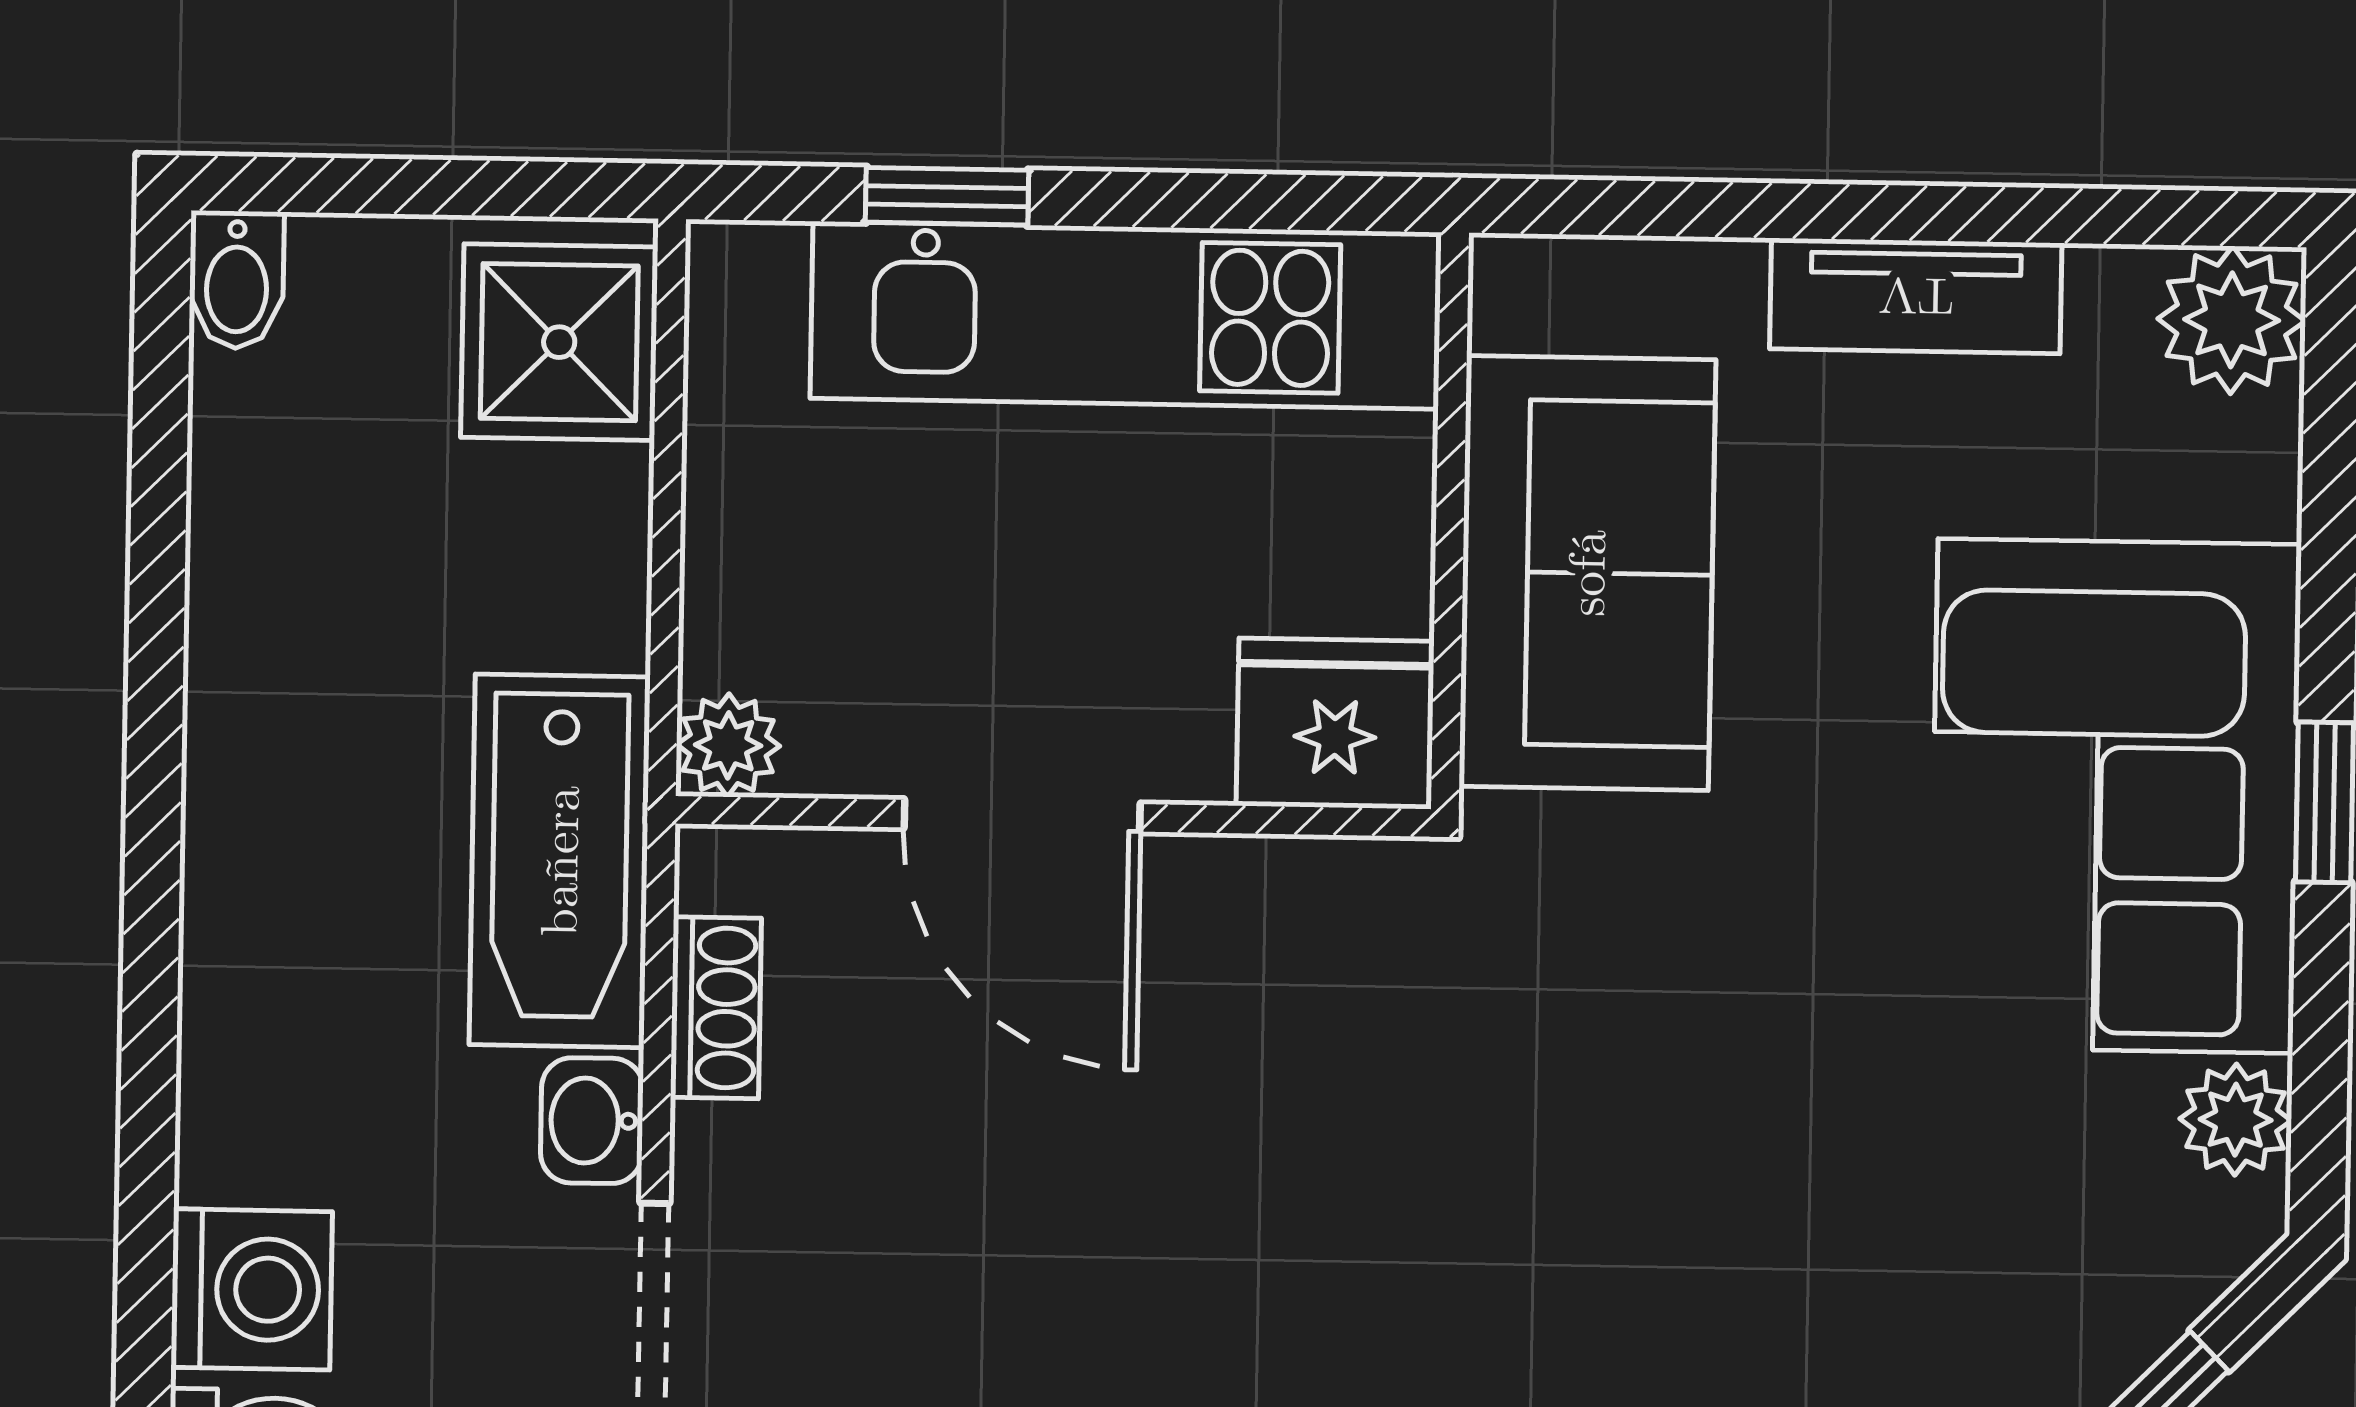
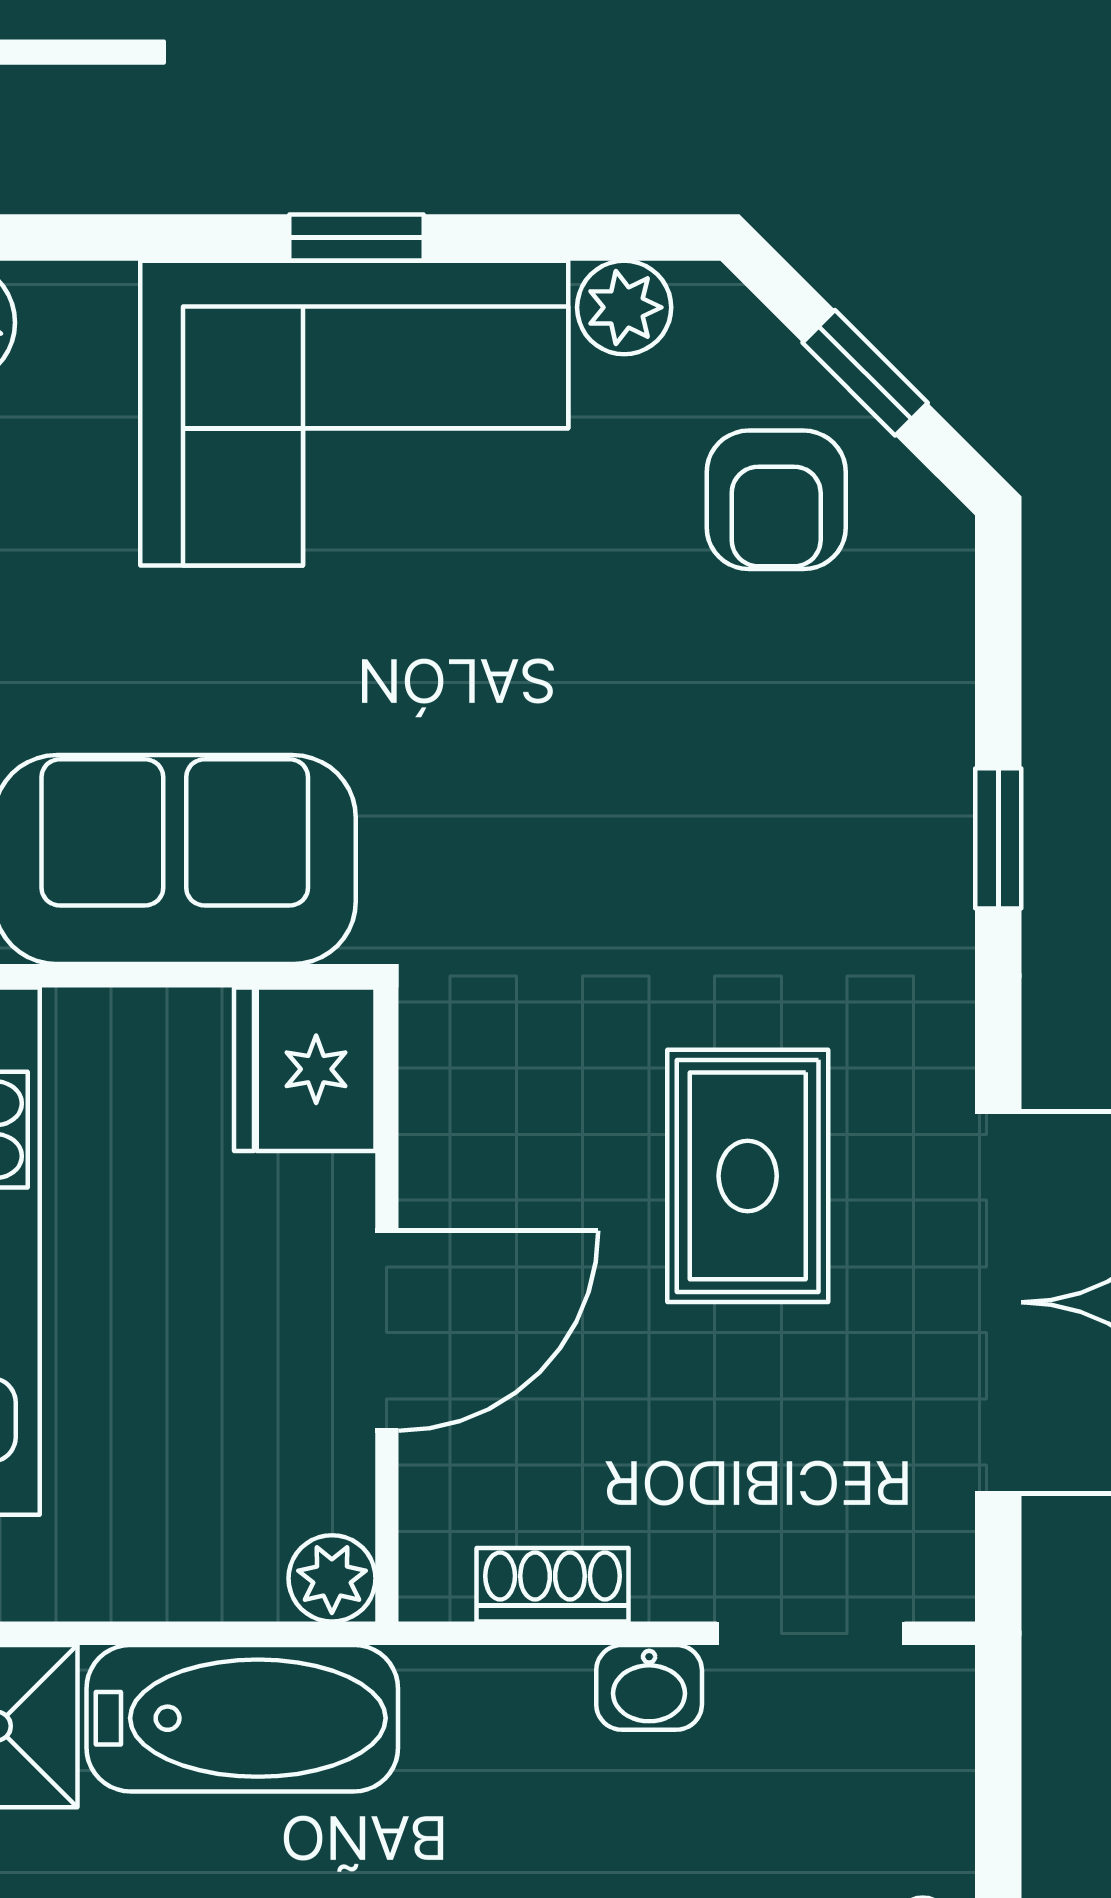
bathtub: (560, 861) -> (242, 1718), moved
rug: (1199, 1249) -> (748, 1176), added
armchair: (2003, 1297) -> (776, 500), added

